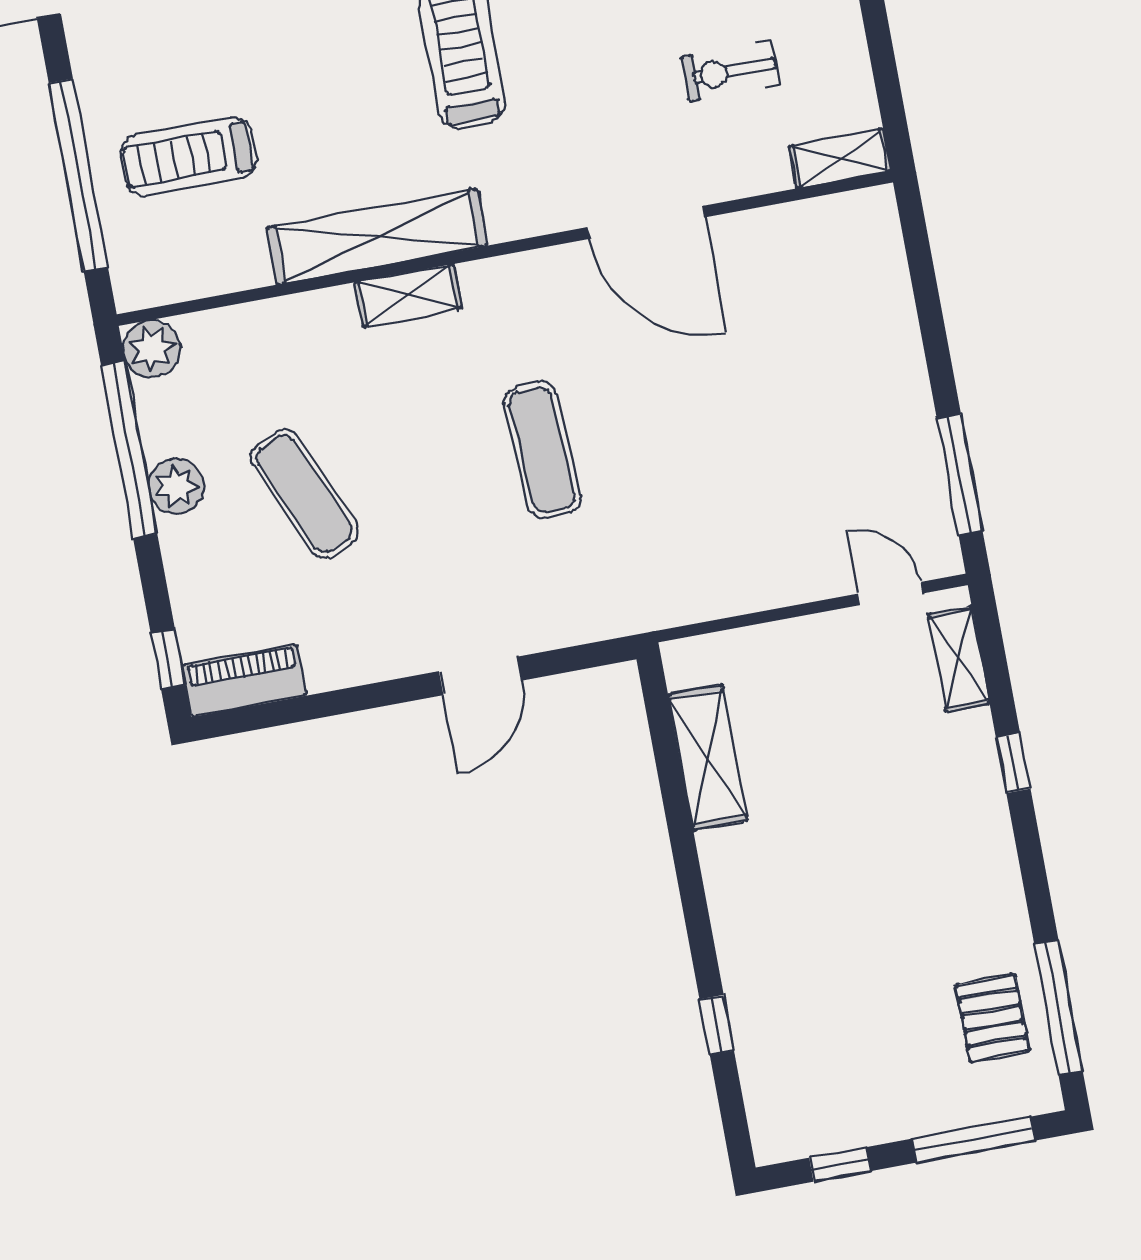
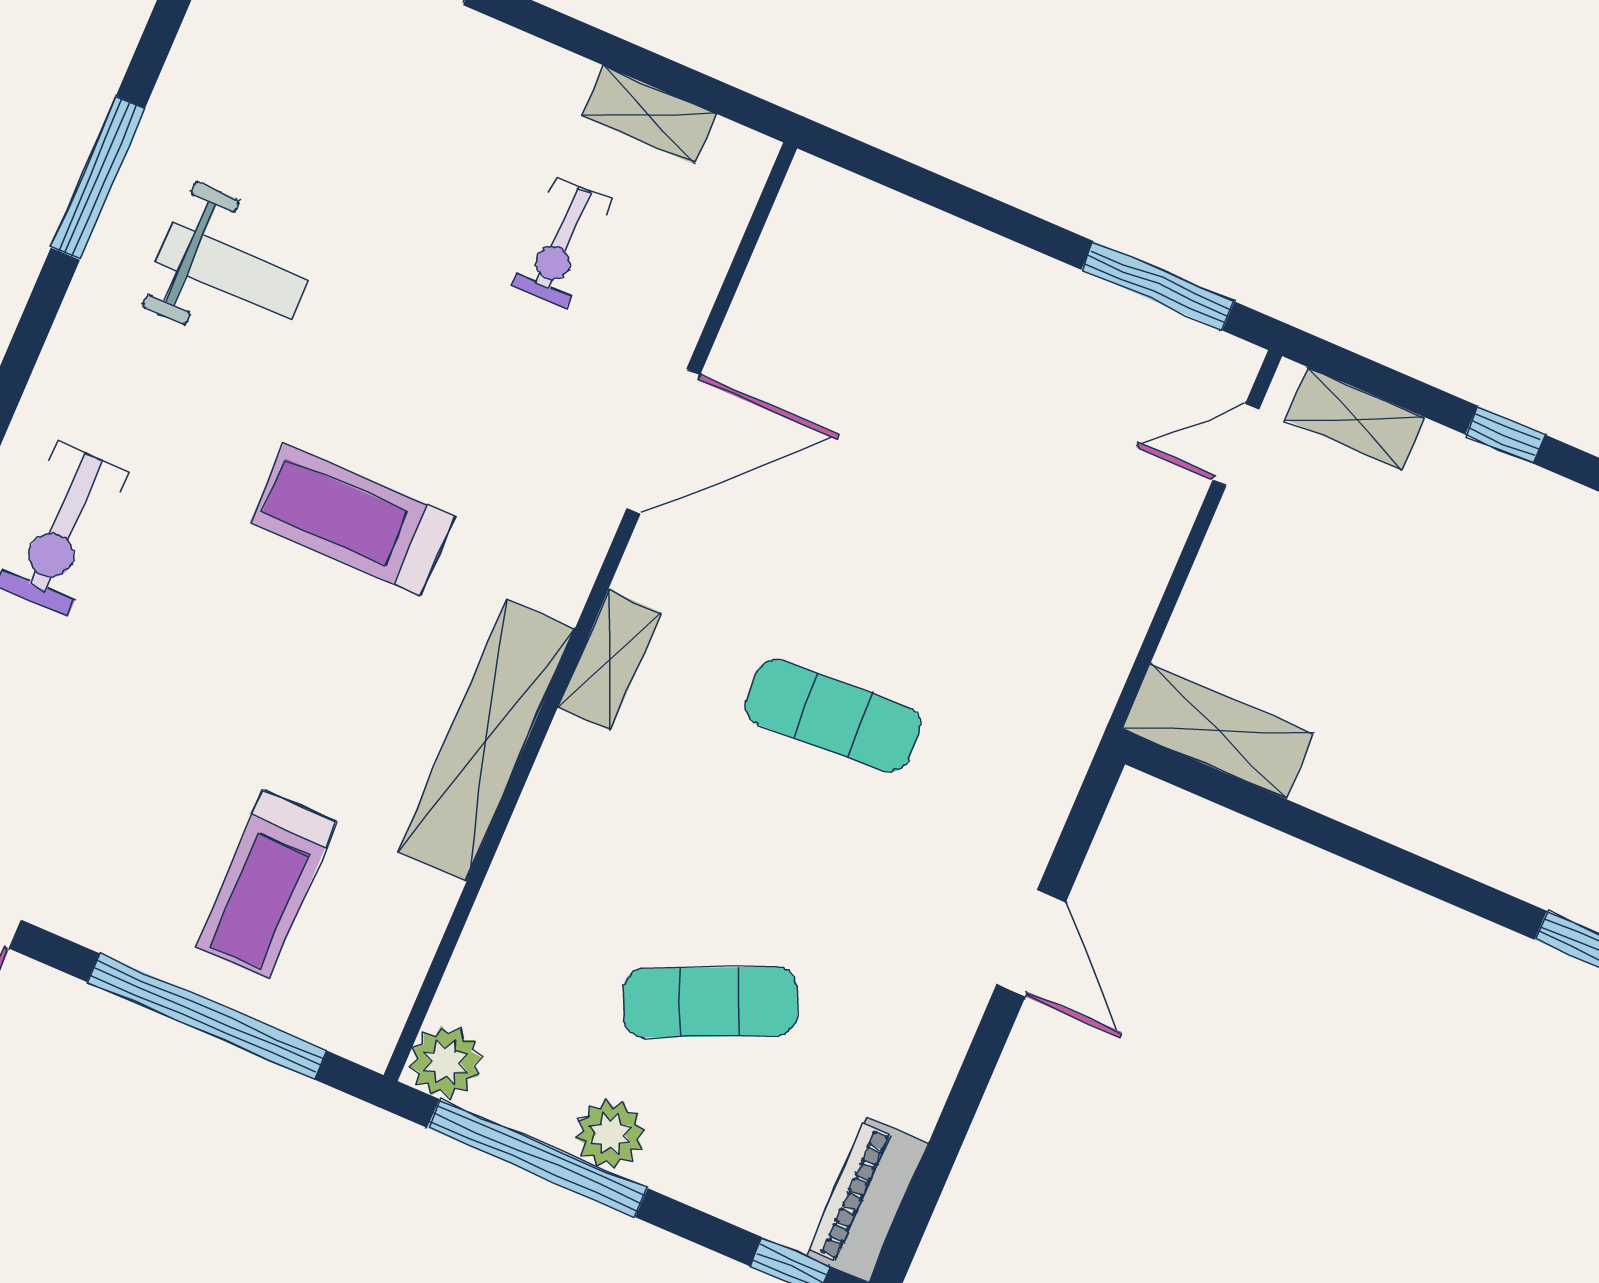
shelving: (840, 159) -> (649, 115), moved, turned 90
shelving: (408, 295) -> (609, 660), moved
shelving: (708, 758) -> (1218, 731), moved

